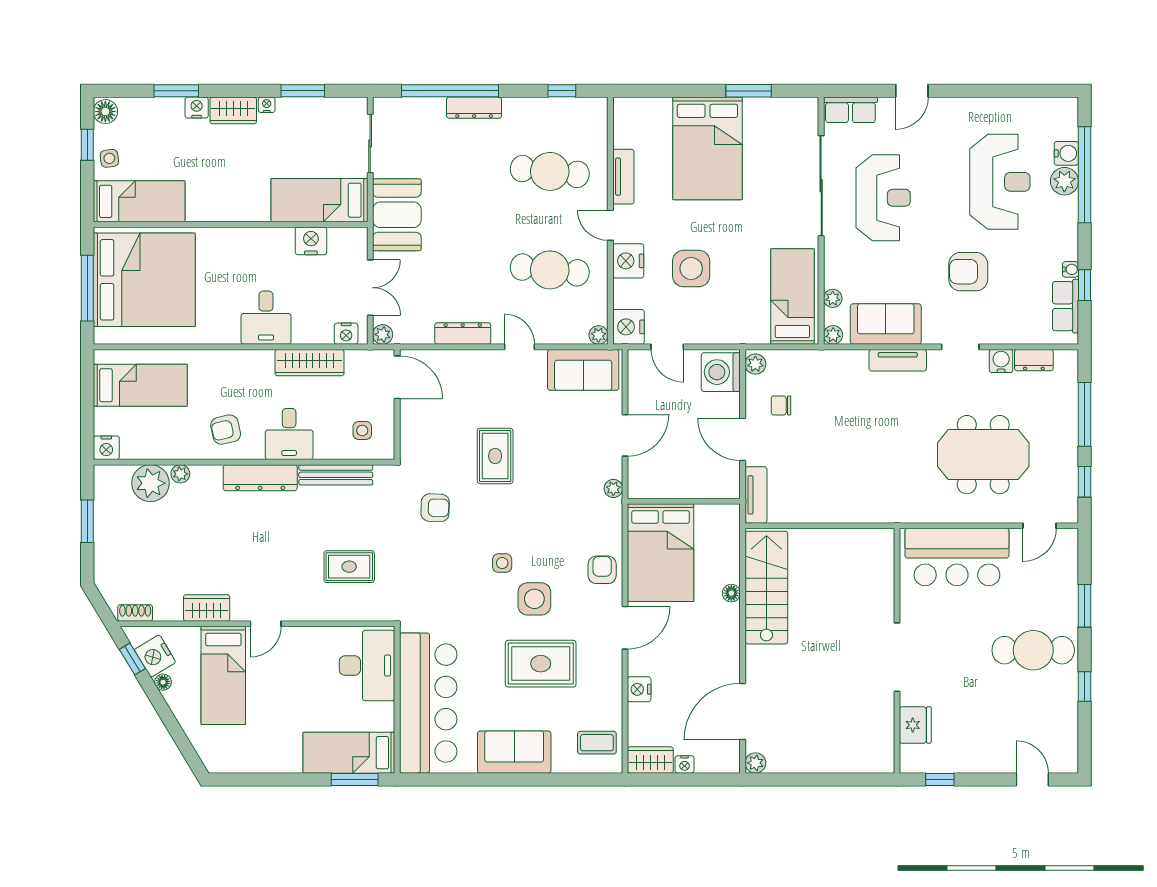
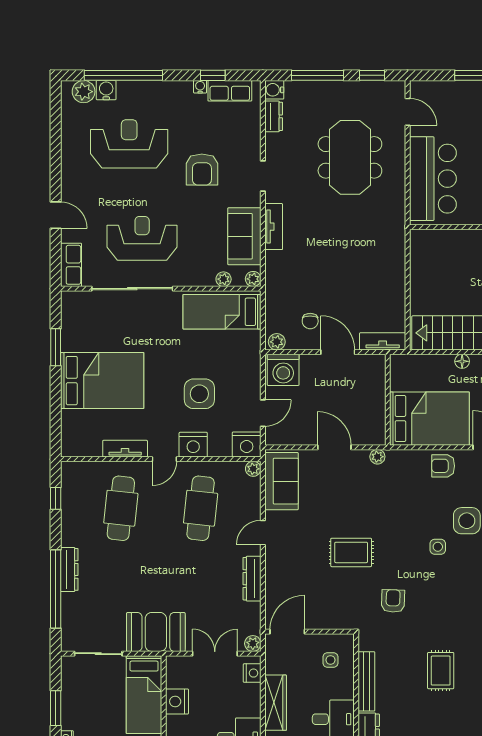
plant: (1064, 181) -> (84, 92), moved
water cooler: (1001, 361) -> (274, 90), moved
door: (743, 439) -> (338, 352), swing flipped

